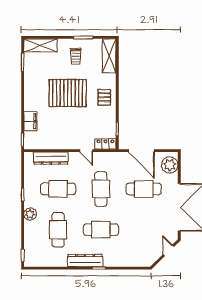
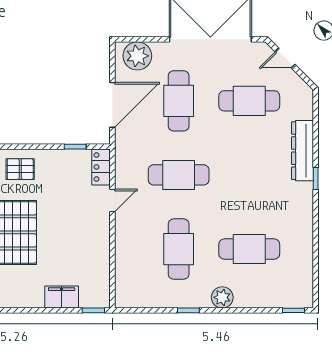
dresser: (51, 158) -> (125, 261), removed
cafe table: (101, 230) -> (249, 101), moved, turned 90
dresser: (85, 261) -> (302, 151), moved

